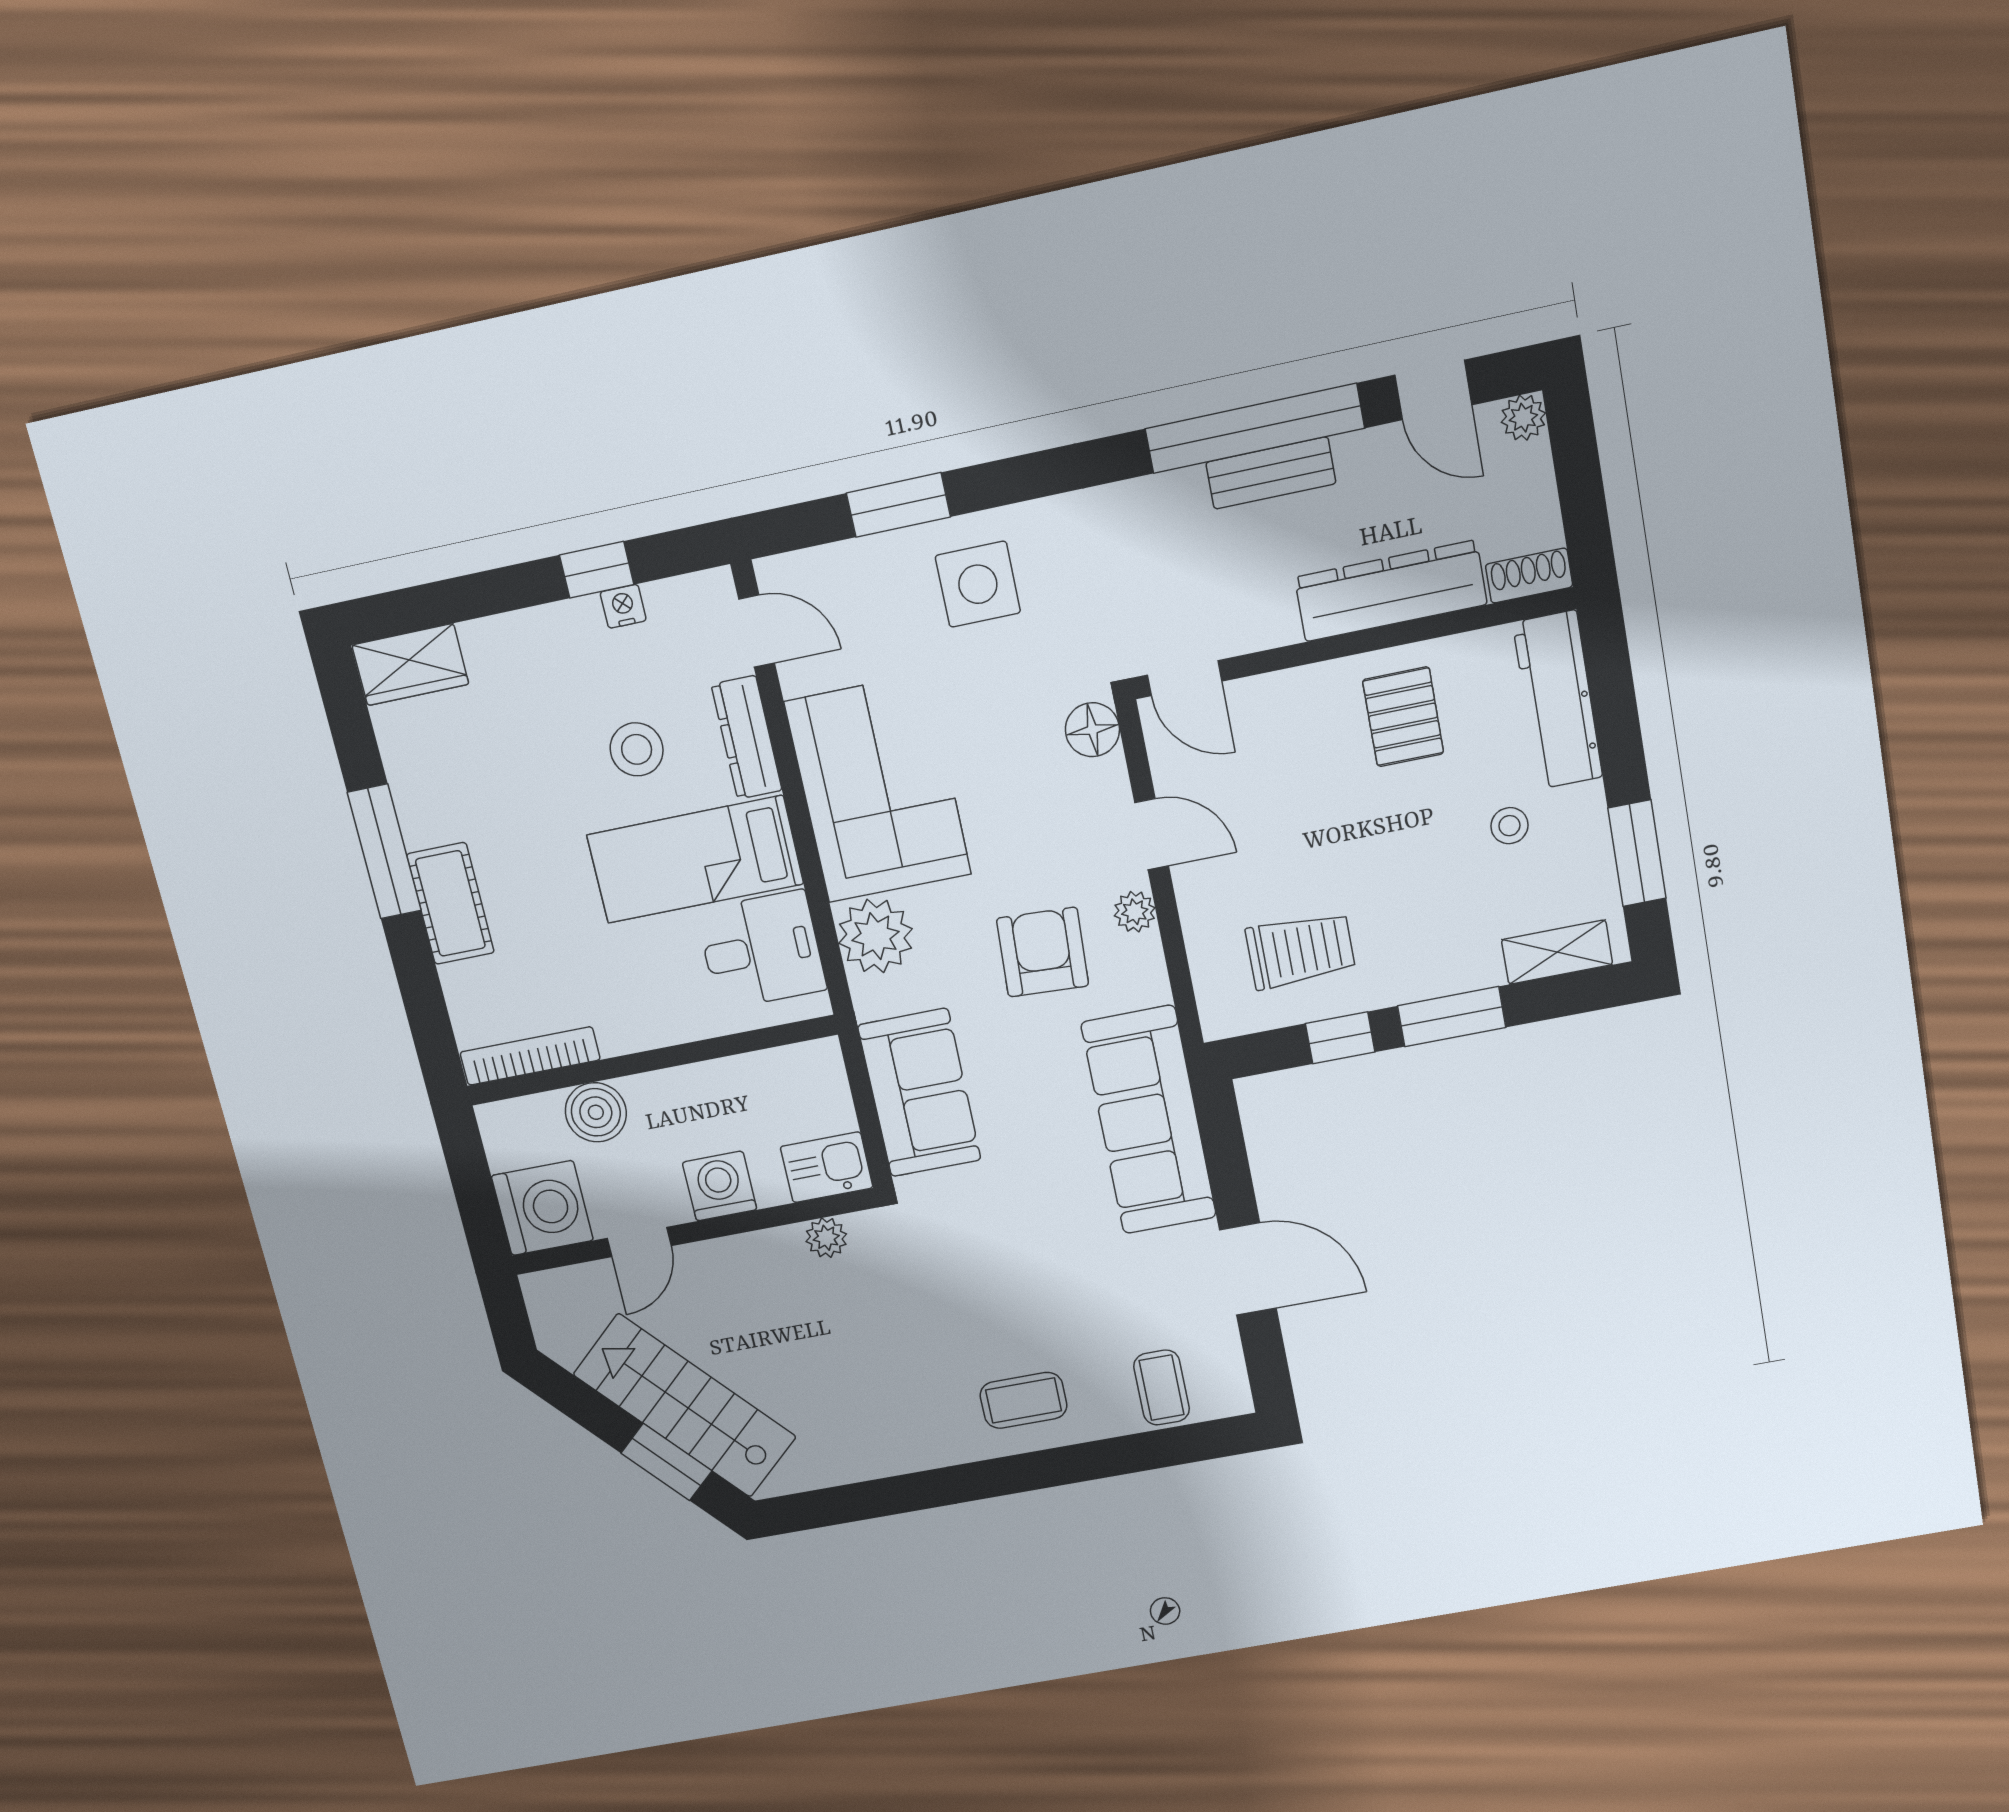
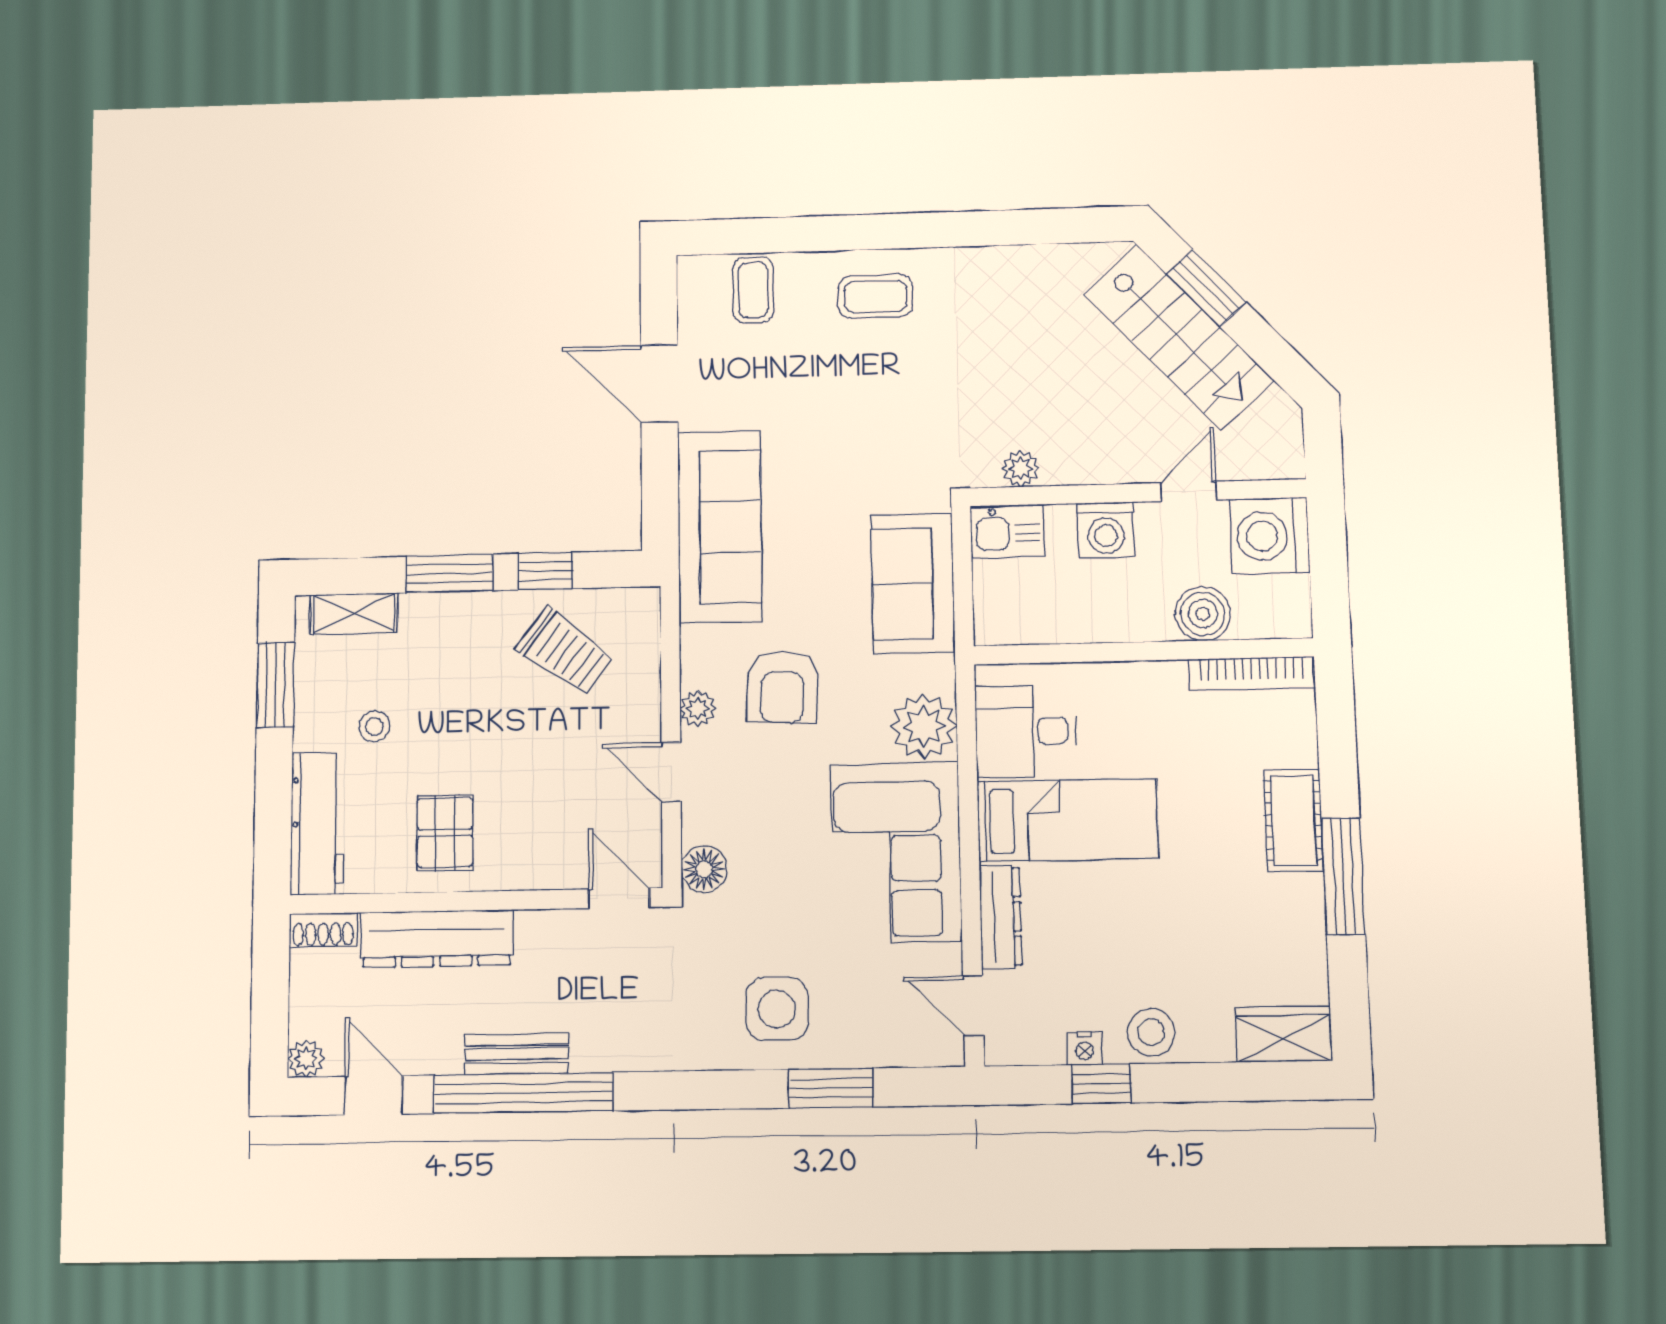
stool: (637, 749) -> (1151, 1032), moved
trolley: (1300, 950) -> (565, 651), turned -143

